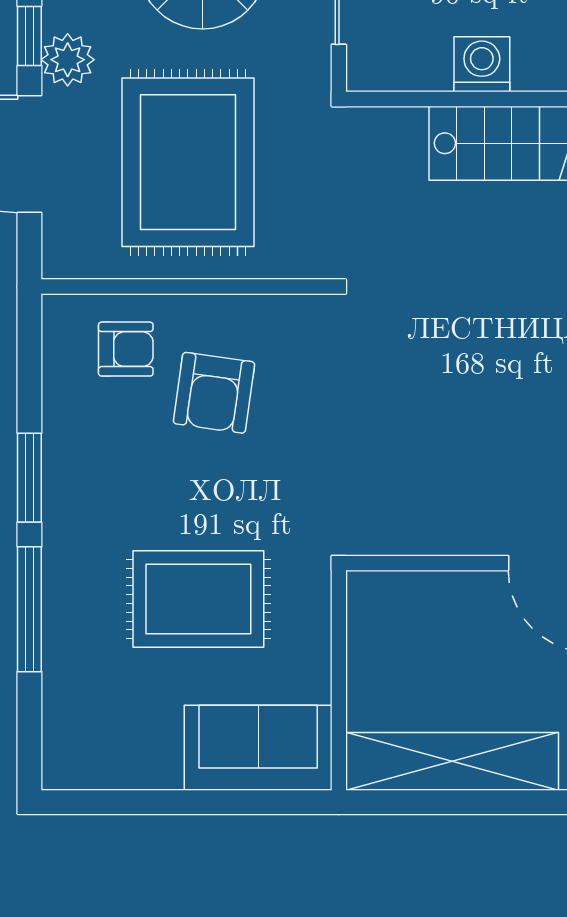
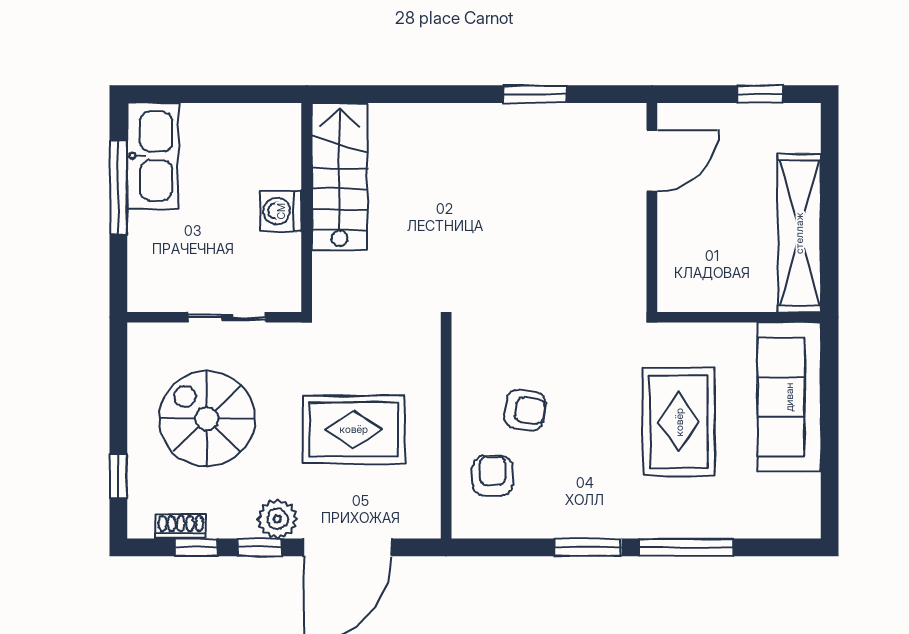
rug: (188, 162) -> (354, 429), width x0.73, depth x0.69
armchair: (214, 393) -> (525, 410), width x0.72, depth x0.72
sofa: (258, 748) -> (789, 397), width x1.36

